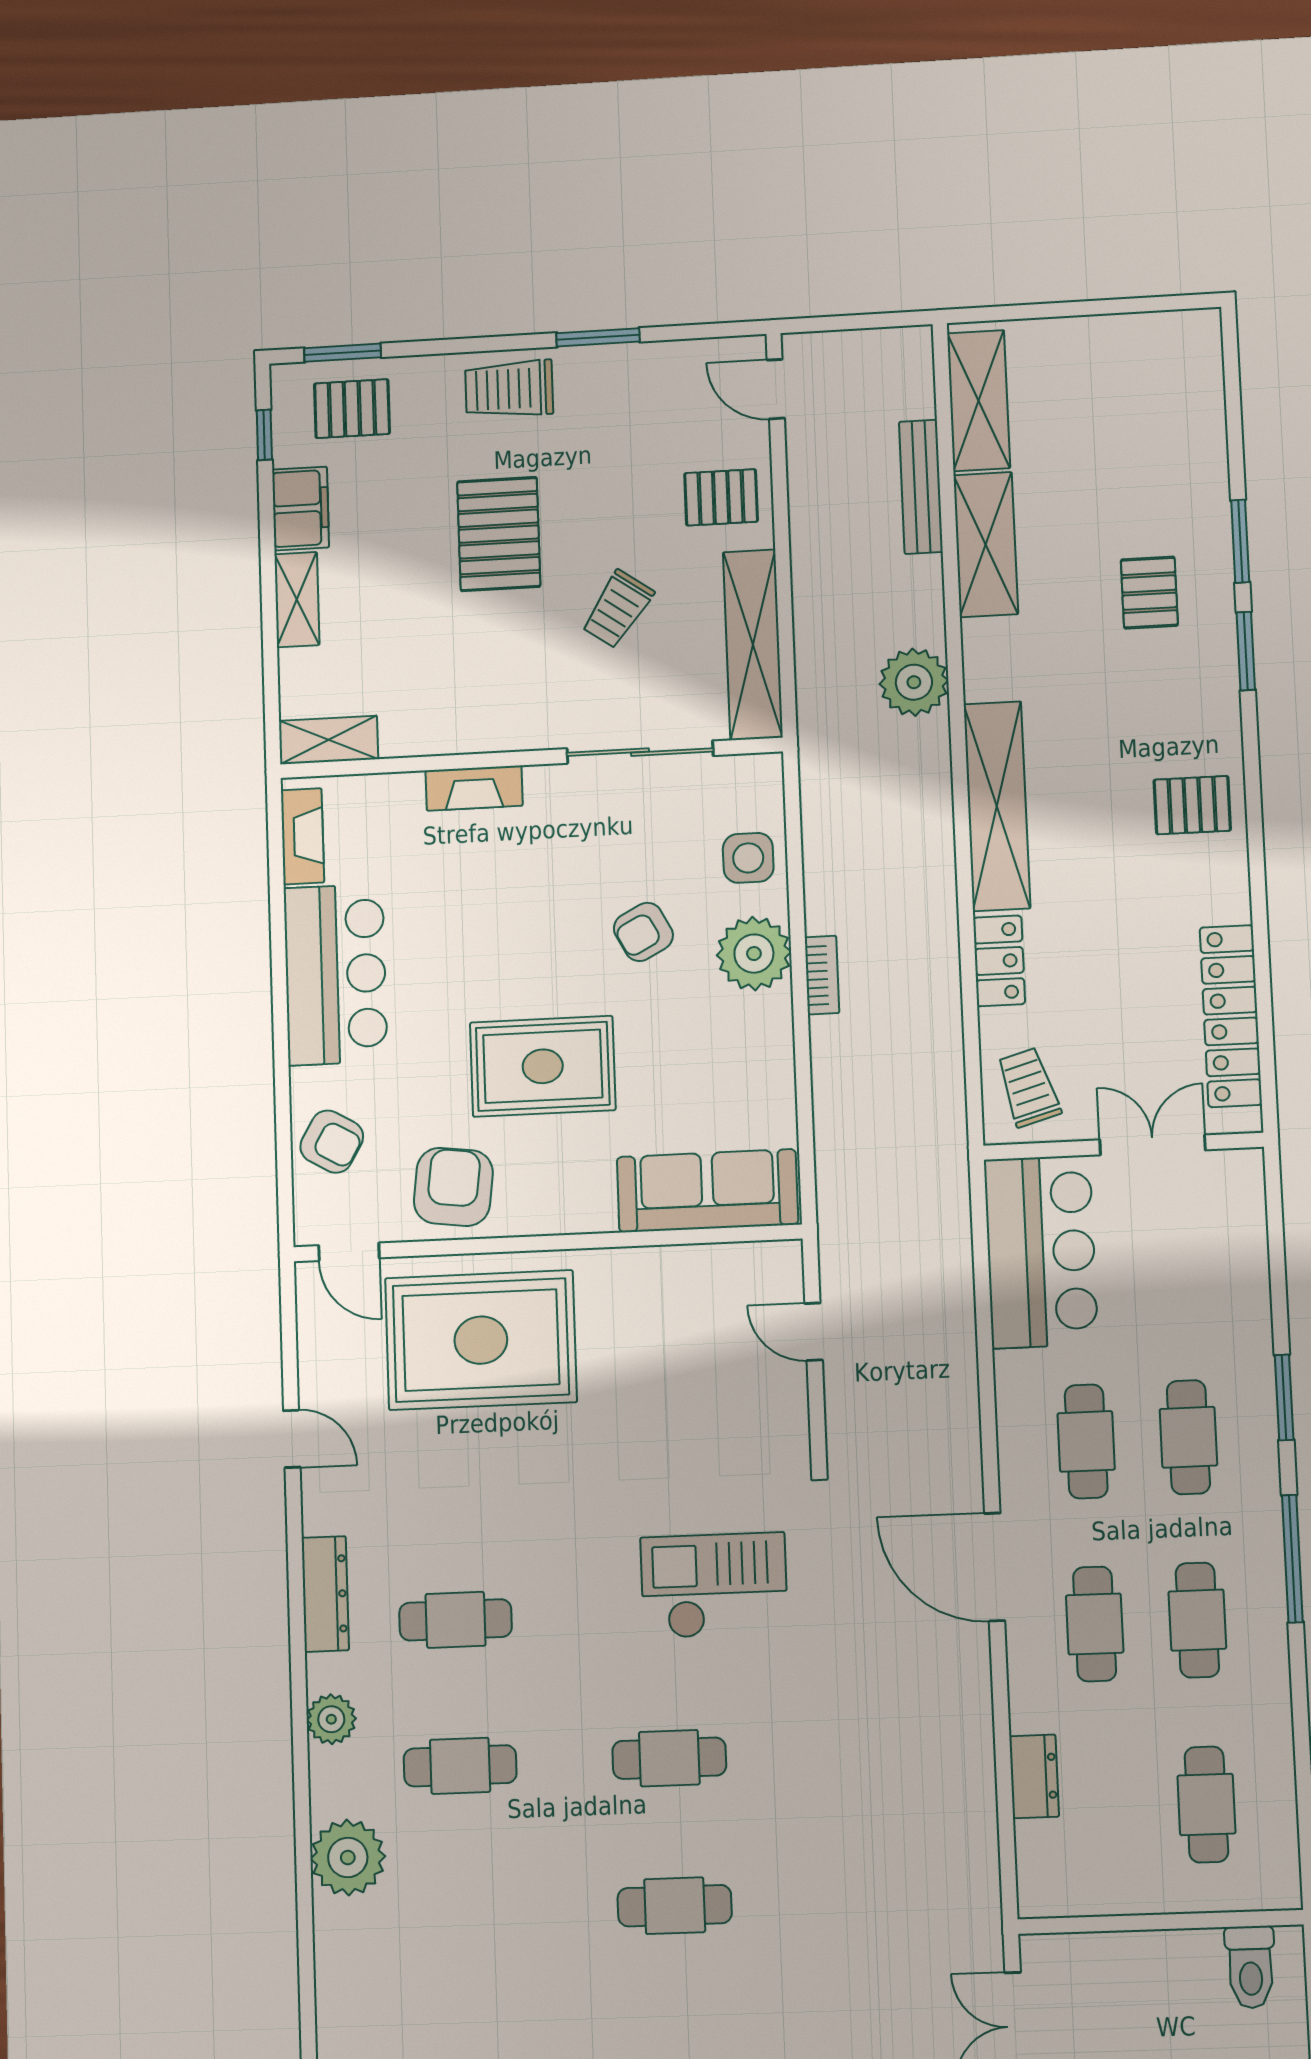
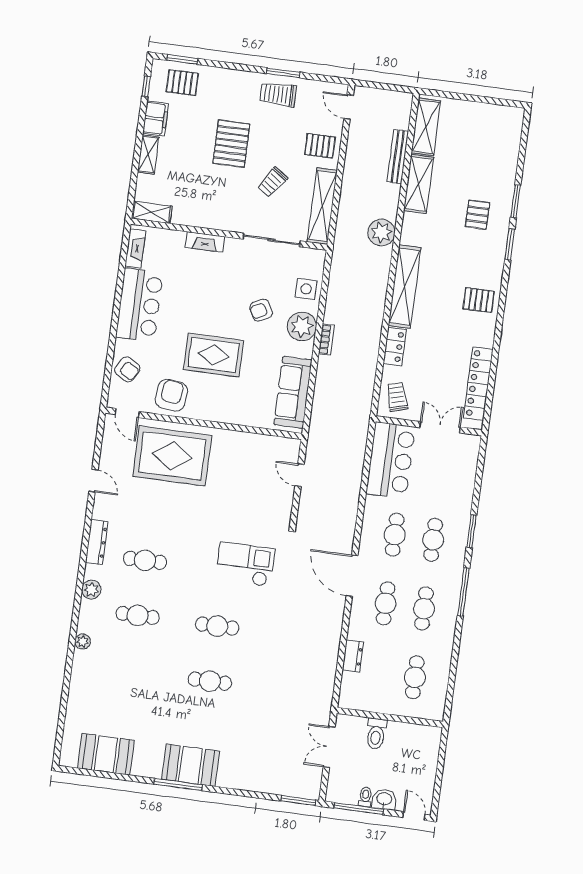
trolley: (509, 389) -> (278, 94), moved
sofa: (707, 1191) -> (293, 392), moved, turned -90
plant: (348, 1858) -> (83, 642), width x0.53, depth x0.53
toilet: (1250, 1967) -> (376, 734), moved

